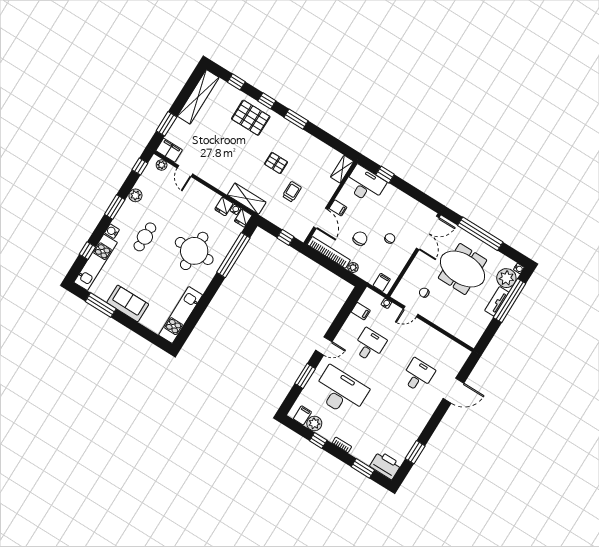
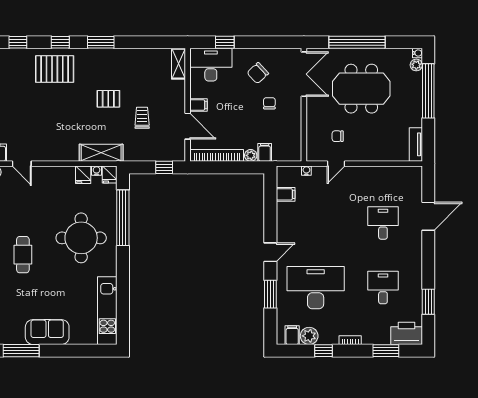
chair: (360, 239) -> (258, 73), moved, turned -133
plant: (506, 278) -> (416, 65), width x0.53, depth x0.53
filing cabinet: (382, 282) -> (265, 152), moved
tv unit: (497, 301) -> (416, 144), moved
desk: (369, 345) -> (383, 288), moved

